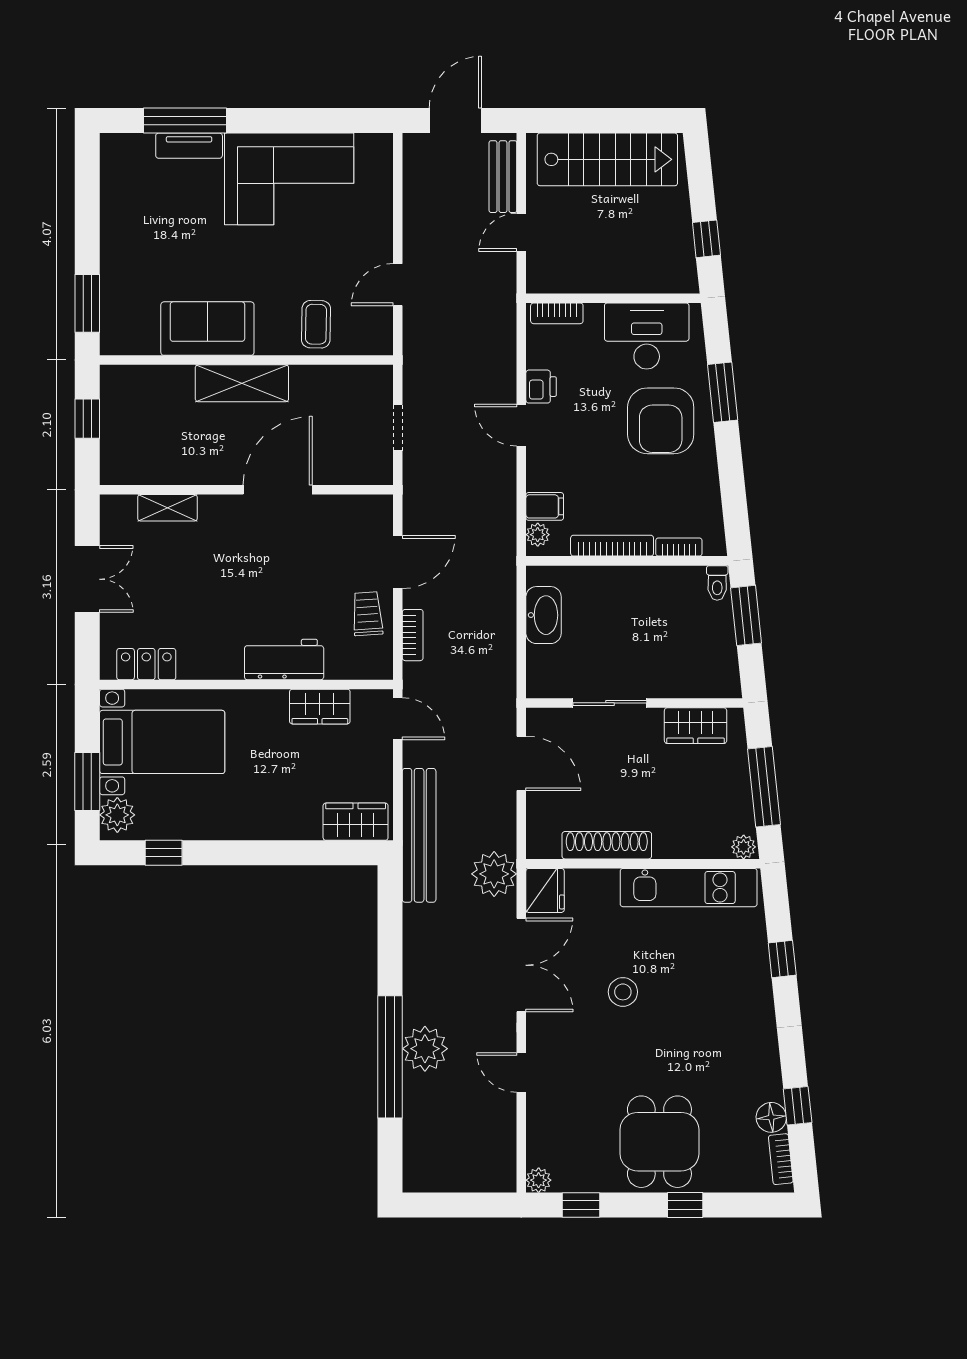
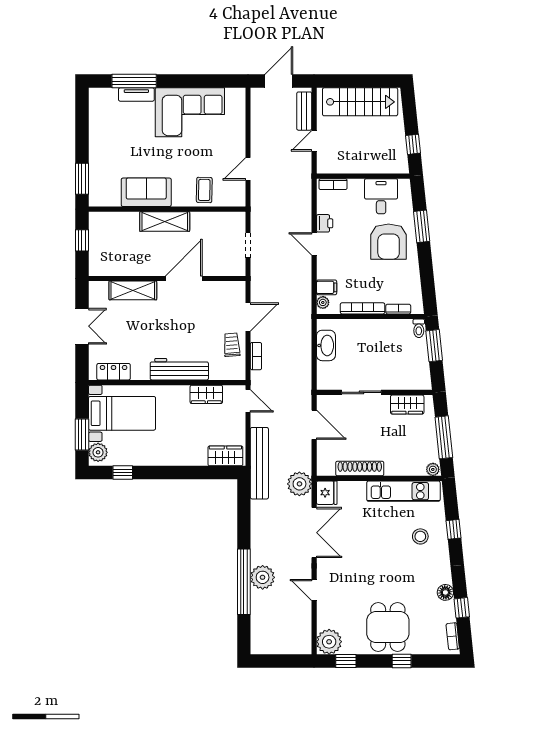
desk: (647, 336) -> (381, 196), width x0.73
shelving: (167, 508) -> (133, 290), width x1.50, depth x1.33
workbench: (284, 659) -> (179, 369), width x1.38
stool: (623, 992) -> (420, 536), moved
floor lamp: (771, 1117) -> (445, 592), moved
plant: (539, 1180) -> (329, 642), width x1.88, depth x1.88

